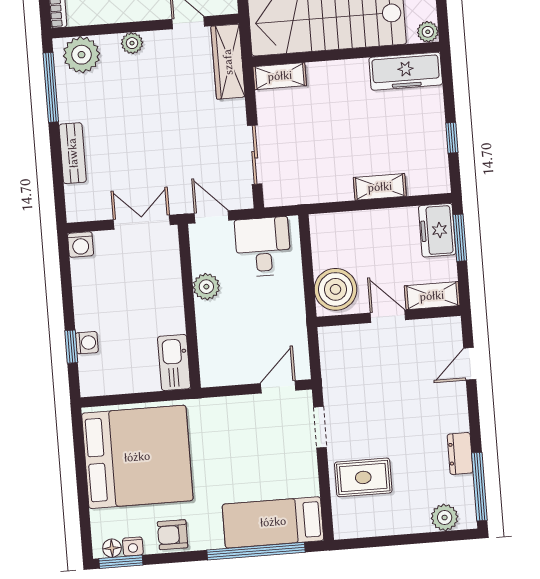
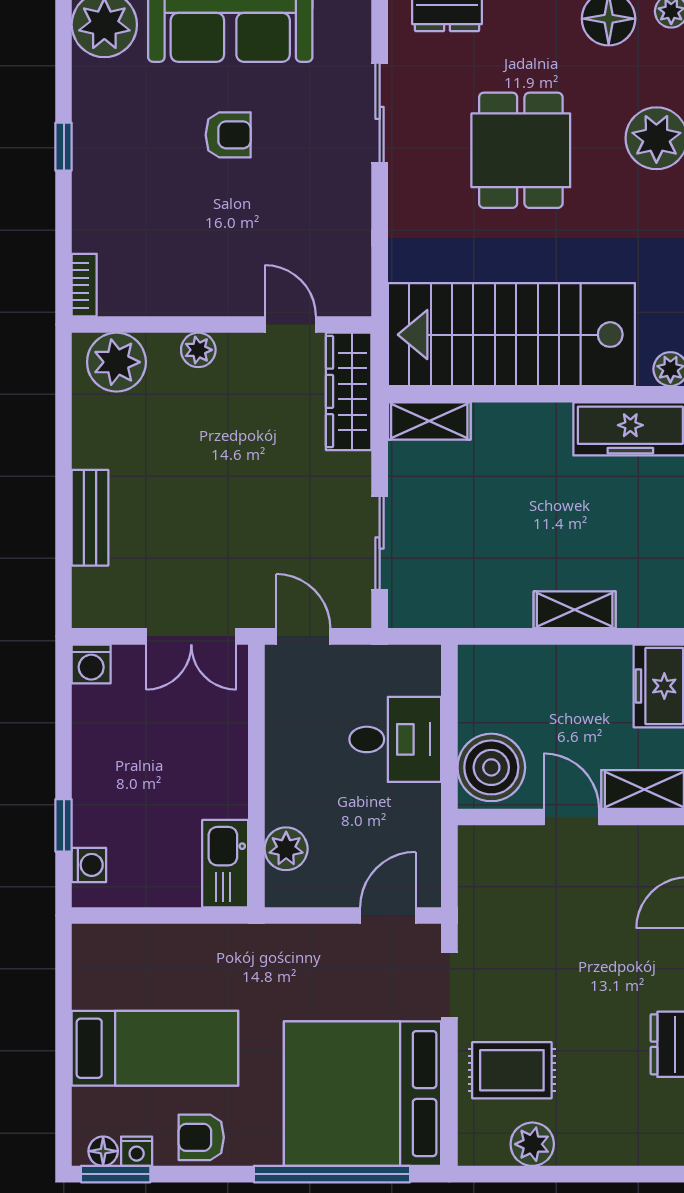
window: (51, 87) -> (64, 410), removed
double door: (142, 222) -> (191, 636), swing flipped
desk: (263, 247) -> (395, 739), moved, turned 90
plant: (206, 287) -> (286, 849), moved
washing machine: (87, 343) -> (89, 865), moved
bed: (137, 457) -> (155, 1048), width x0.49
plant: (445, 518) -> (532, 1144), moved
bed: (273, 522) -> (363, 1094), width x2.04

